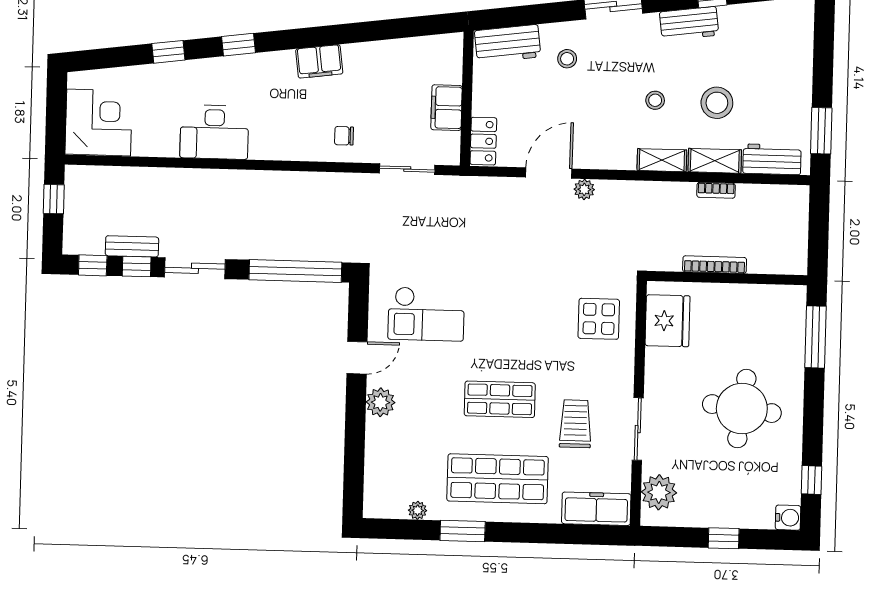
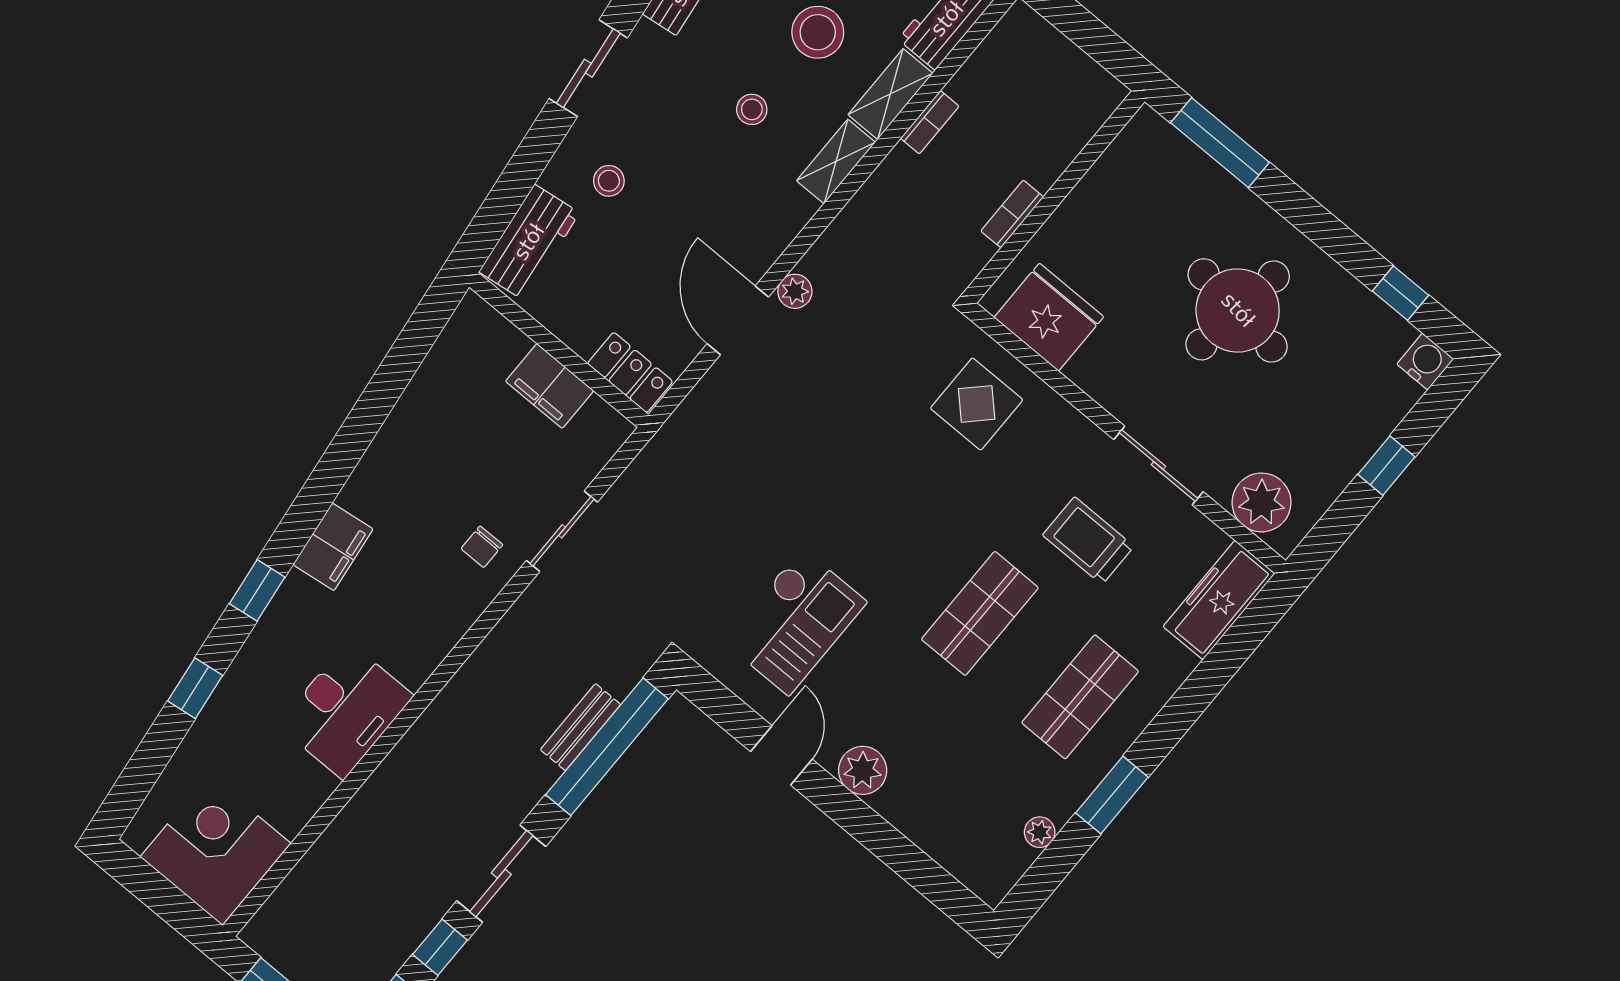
filing cabinet: (319, 61) -> (333, 547), moved
sliding door: (407, 169) -> (562, 531), moved
bench: (132, 246) -> (580, 727), moved
bookcase: (715, 265) -> (1012, 214), width x0.64
shop shelf: (498, 479) -> (1080, 697), width x0.70, depth x0.74

